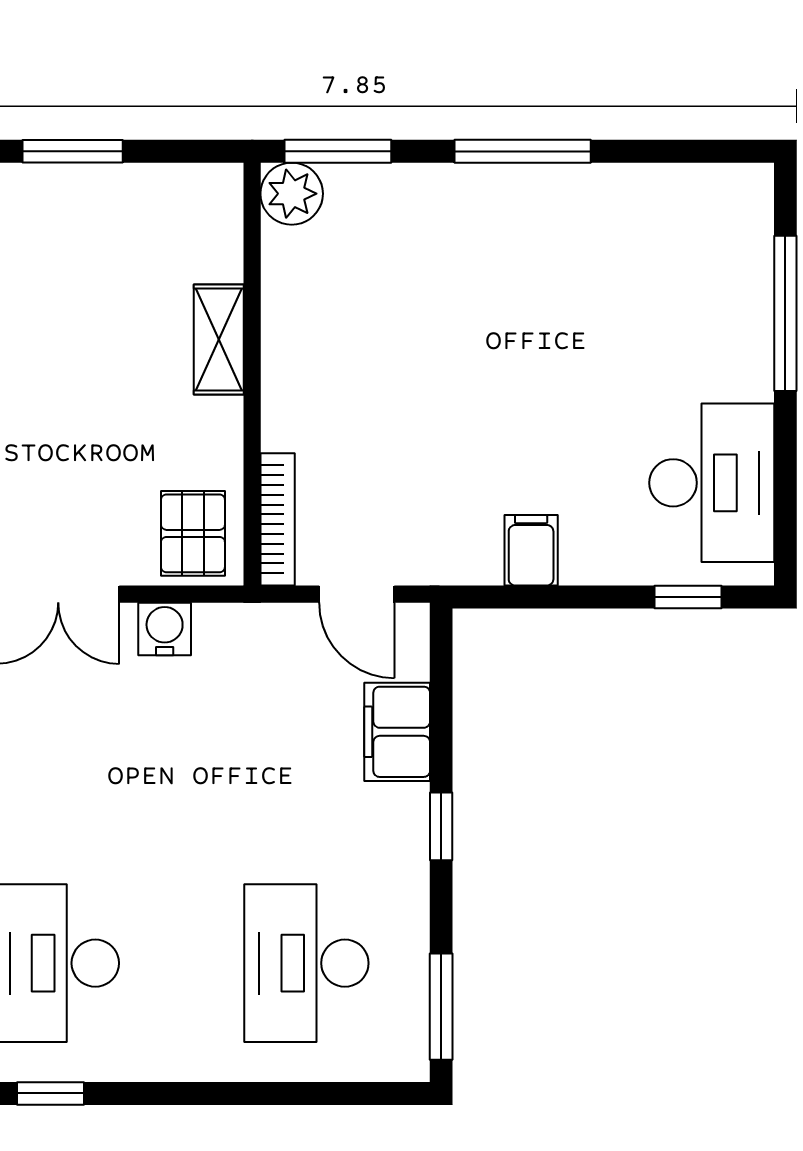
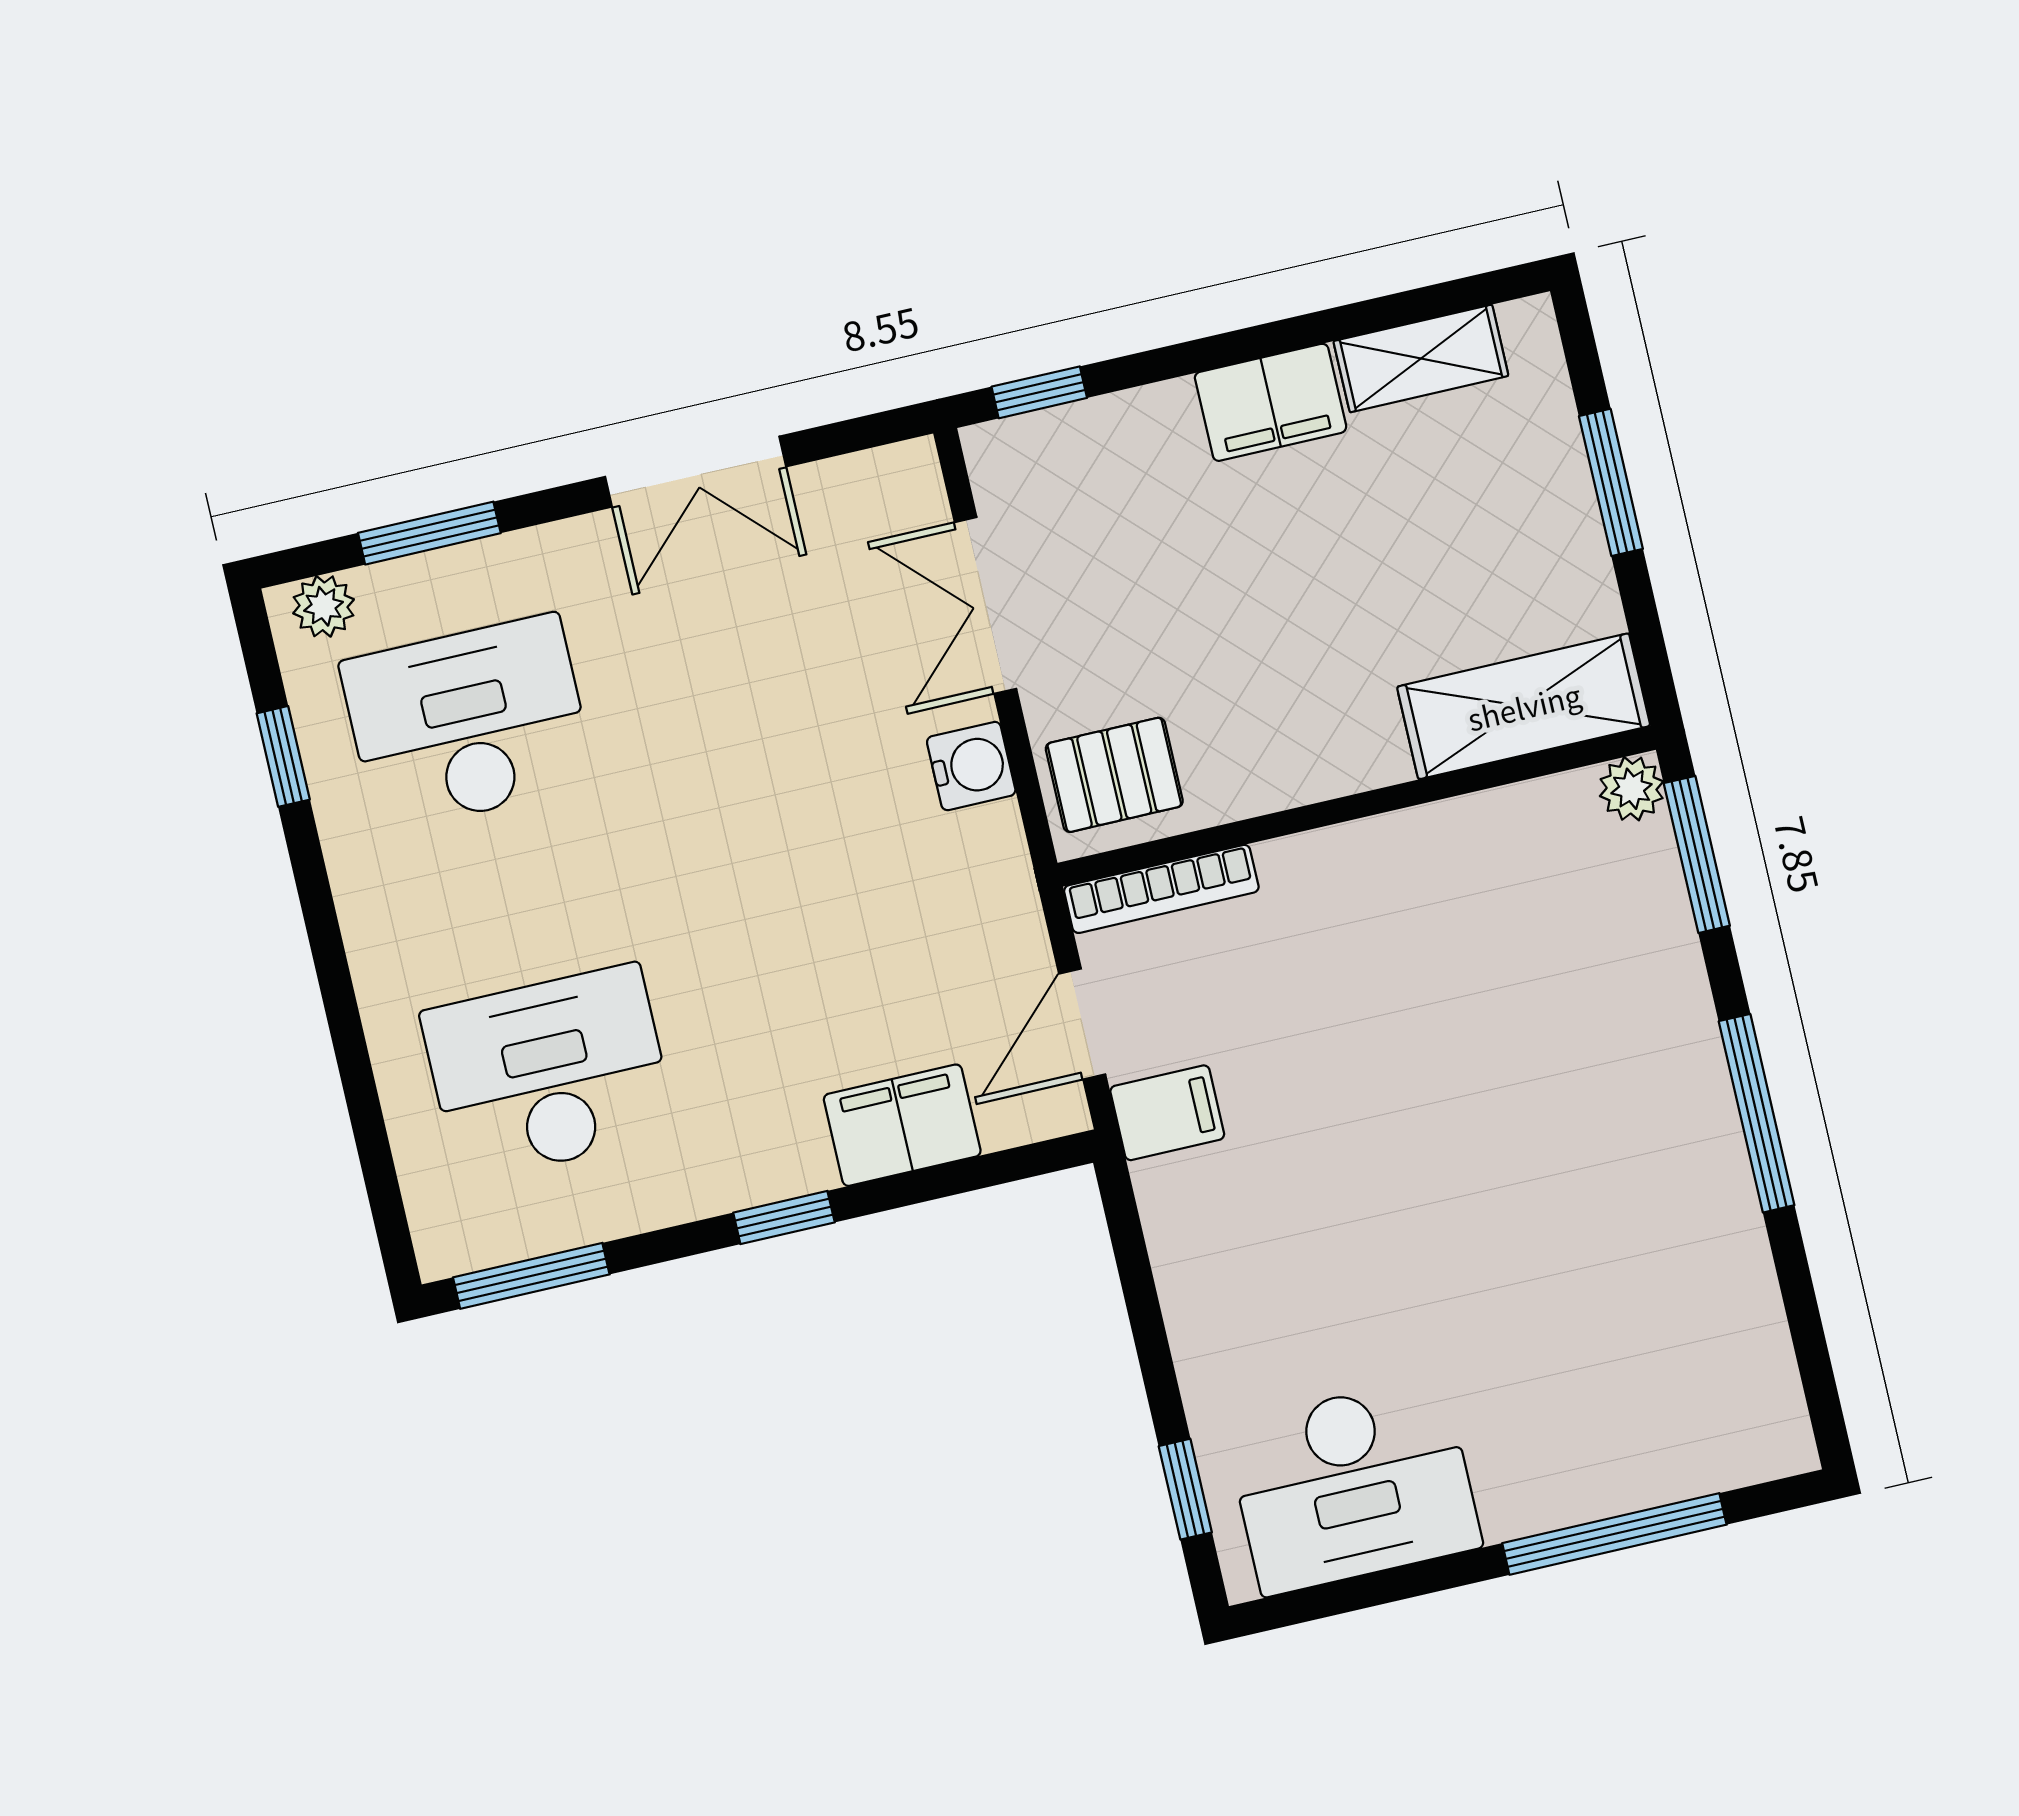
plant: (292, 194) -> (1632, 789), width x0.73, depth x0.73
shelving: (219, 340) -> (1524, 706), moved, width x1.50, depth x1.33
filing cabinet: (531, 550) -> (1167, 1113), moved

